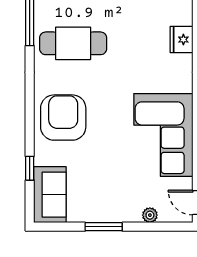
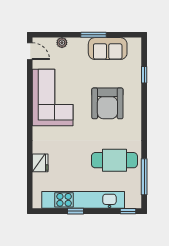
armchair: (63, 118) -> (107, 103), moved
sofa: (50, 195) -> (108, 49), moved, turned -90

